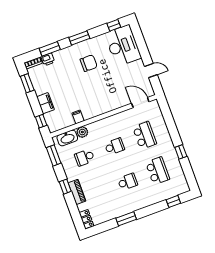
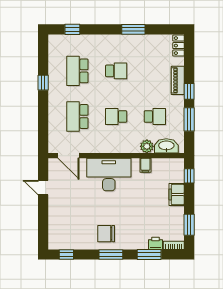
desk: (123, 46) -> (109, 175), moved, turned 90
chair: (89, 63) -> (106, 234), moved
window: (54, 155) -> (189, 119), moved
school desk: (128, 182) -> (116, 71), turned 180

